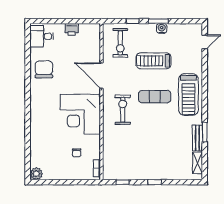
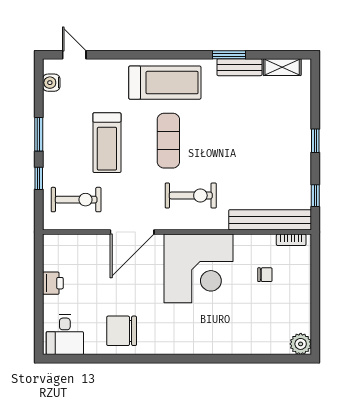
water cooler: (162, 28) -> (51, 83), moved
exercise bike: (123, 110) -> (191, 195), turned 180
bench: (109, 156) -> (270, 220), added

